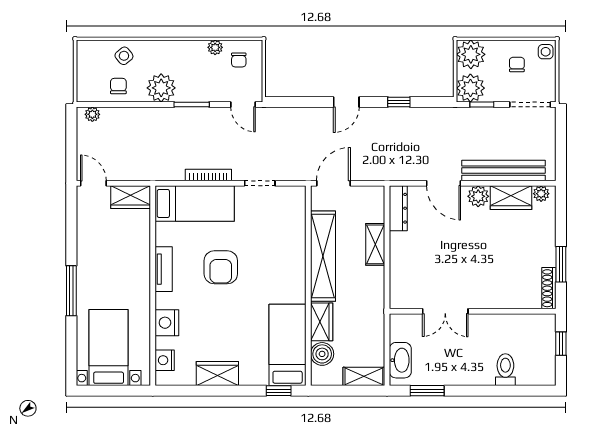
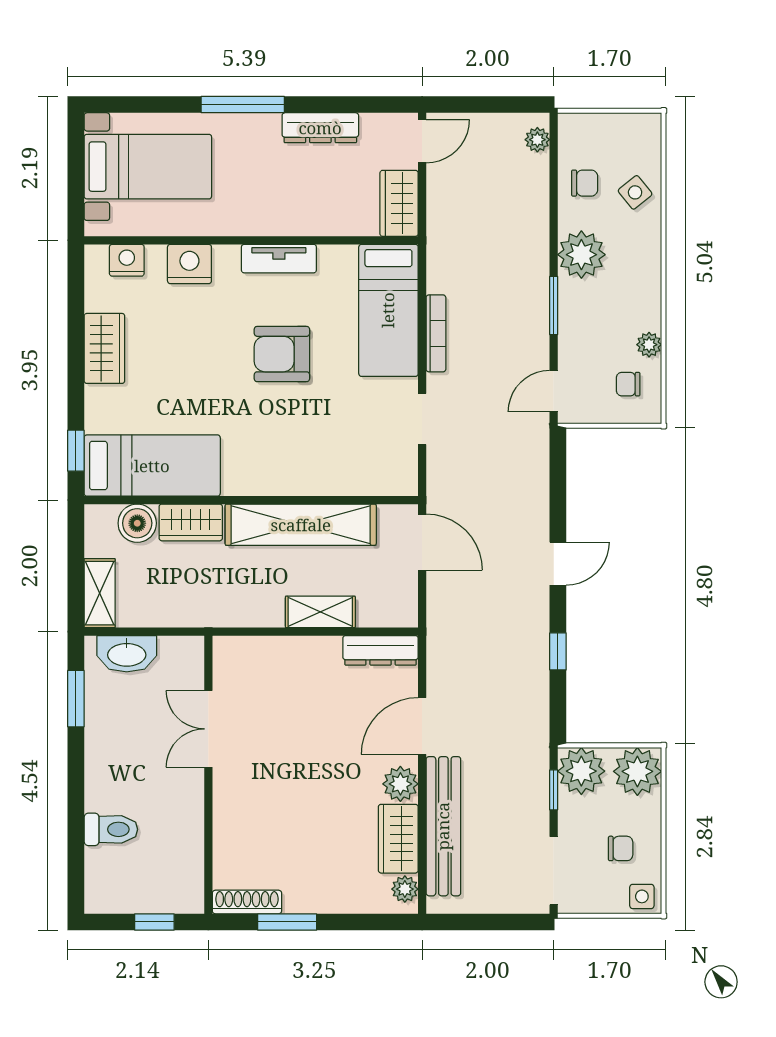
door: (346, 102) -> (558, 564), swing flipped
dresser: (85, 244) -> (320, 128), added

